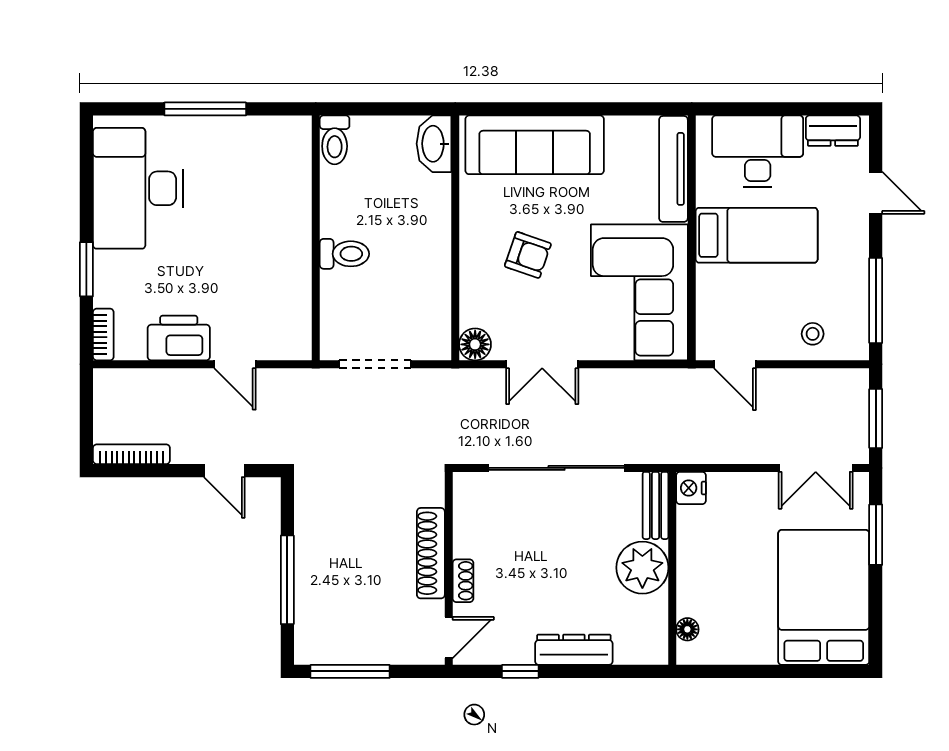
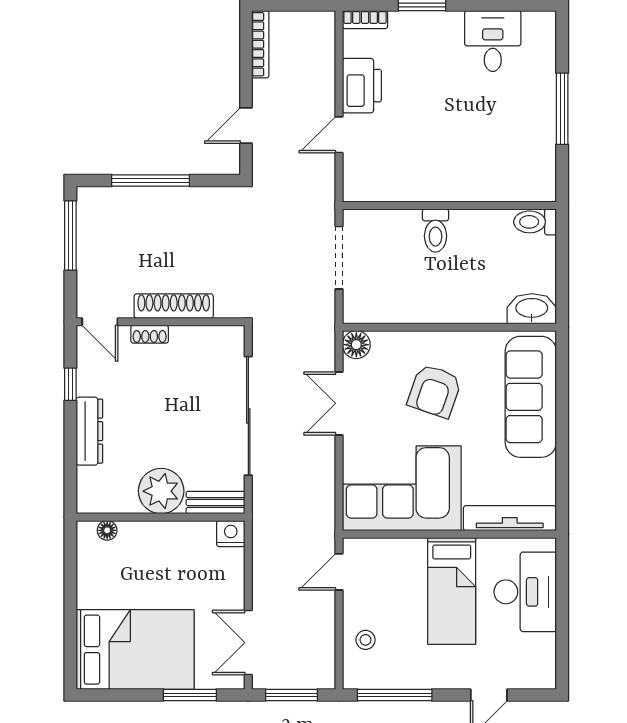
dresser: (833, 131) -> (543, 658), removed
desk: (138, 188) -> (493, 41), width x0.53, depth x0.77
armchair: (528, 255) -> (435, 391), width x1.38, depth x1.38

